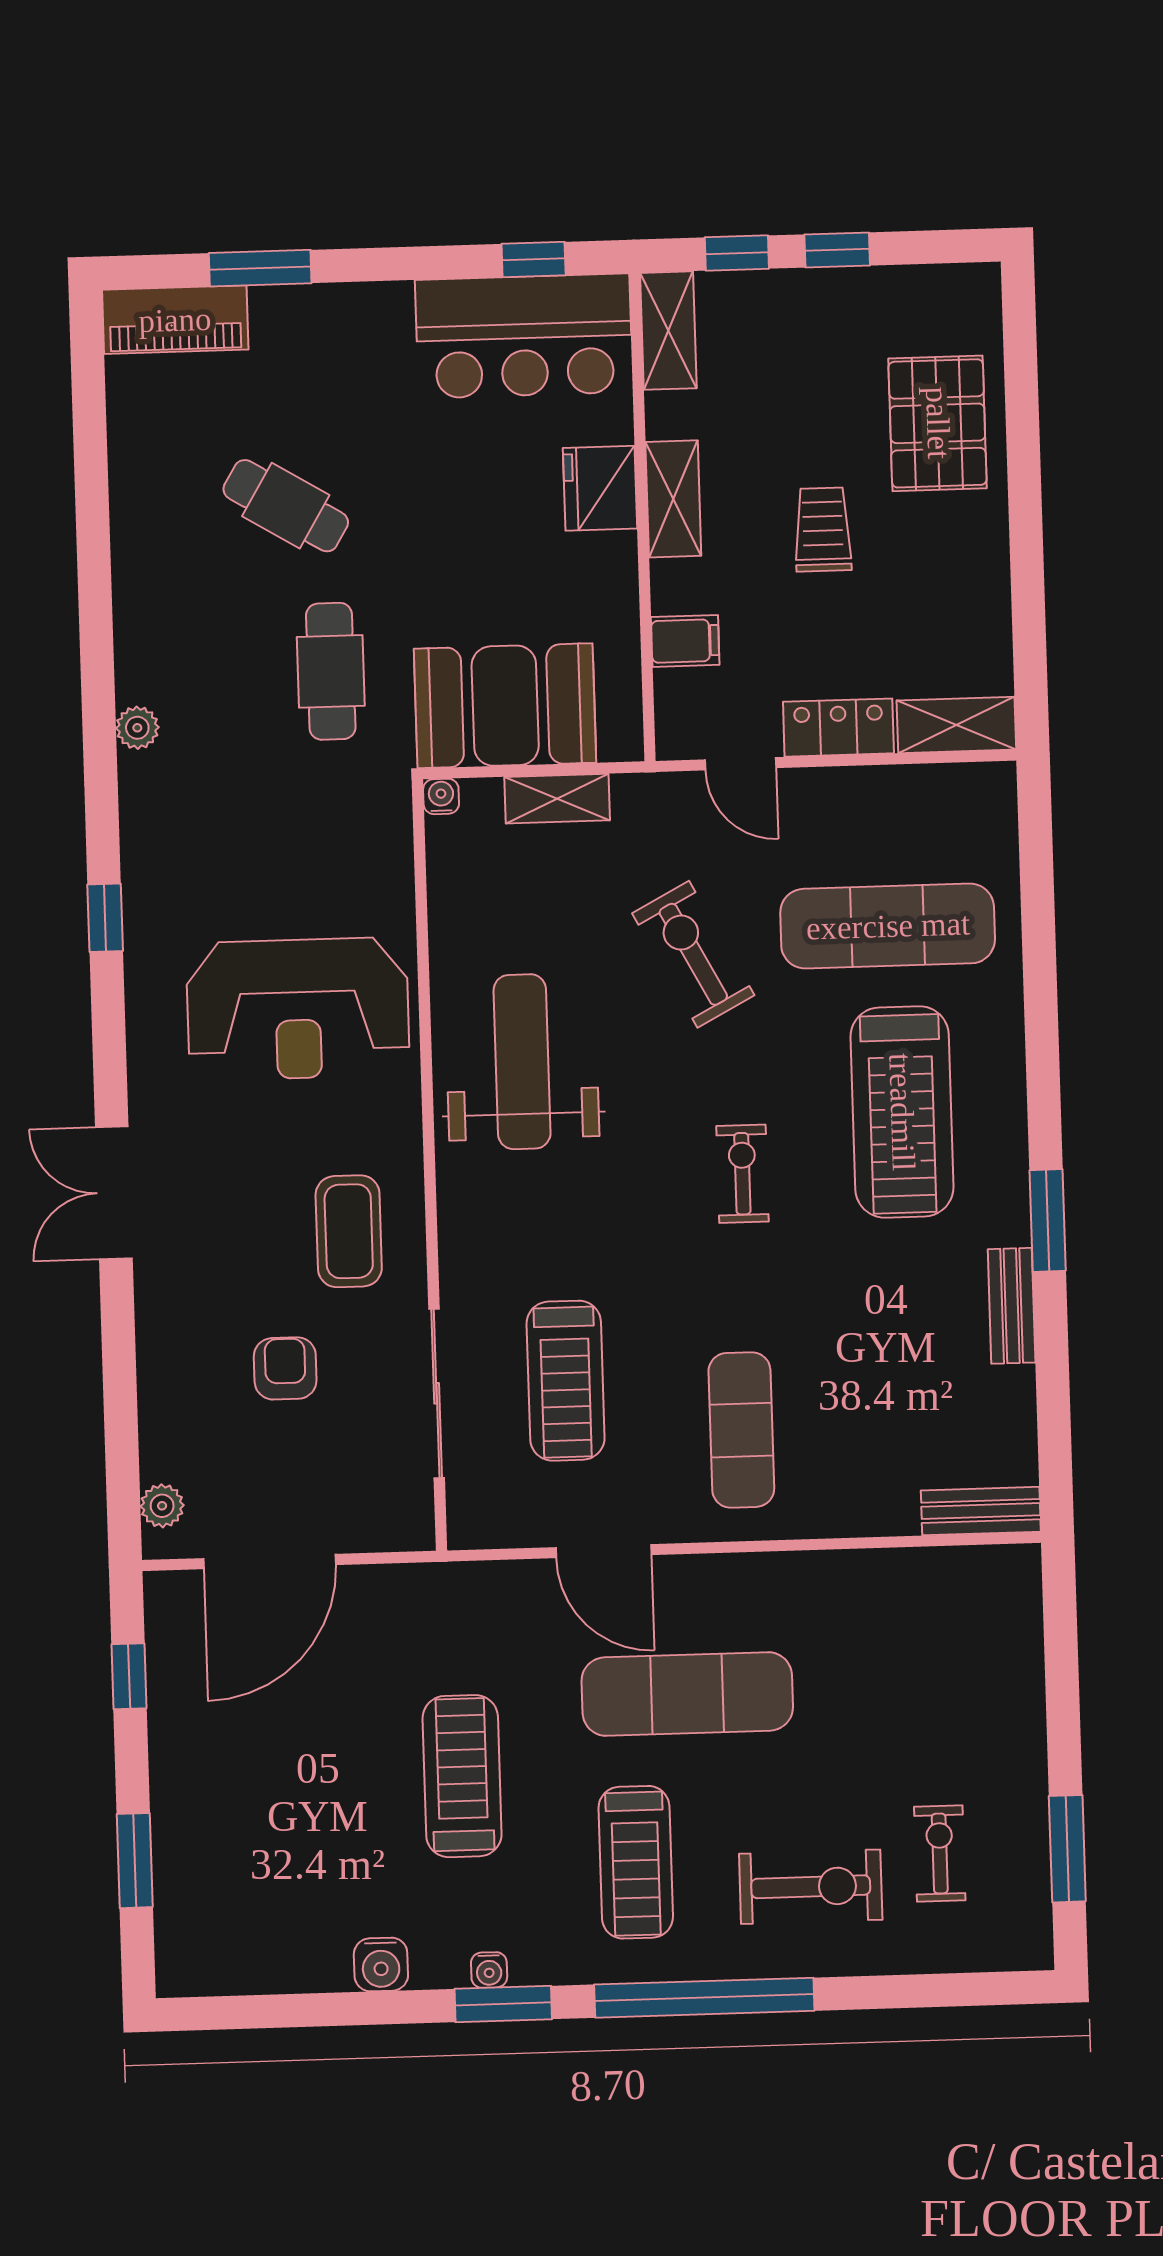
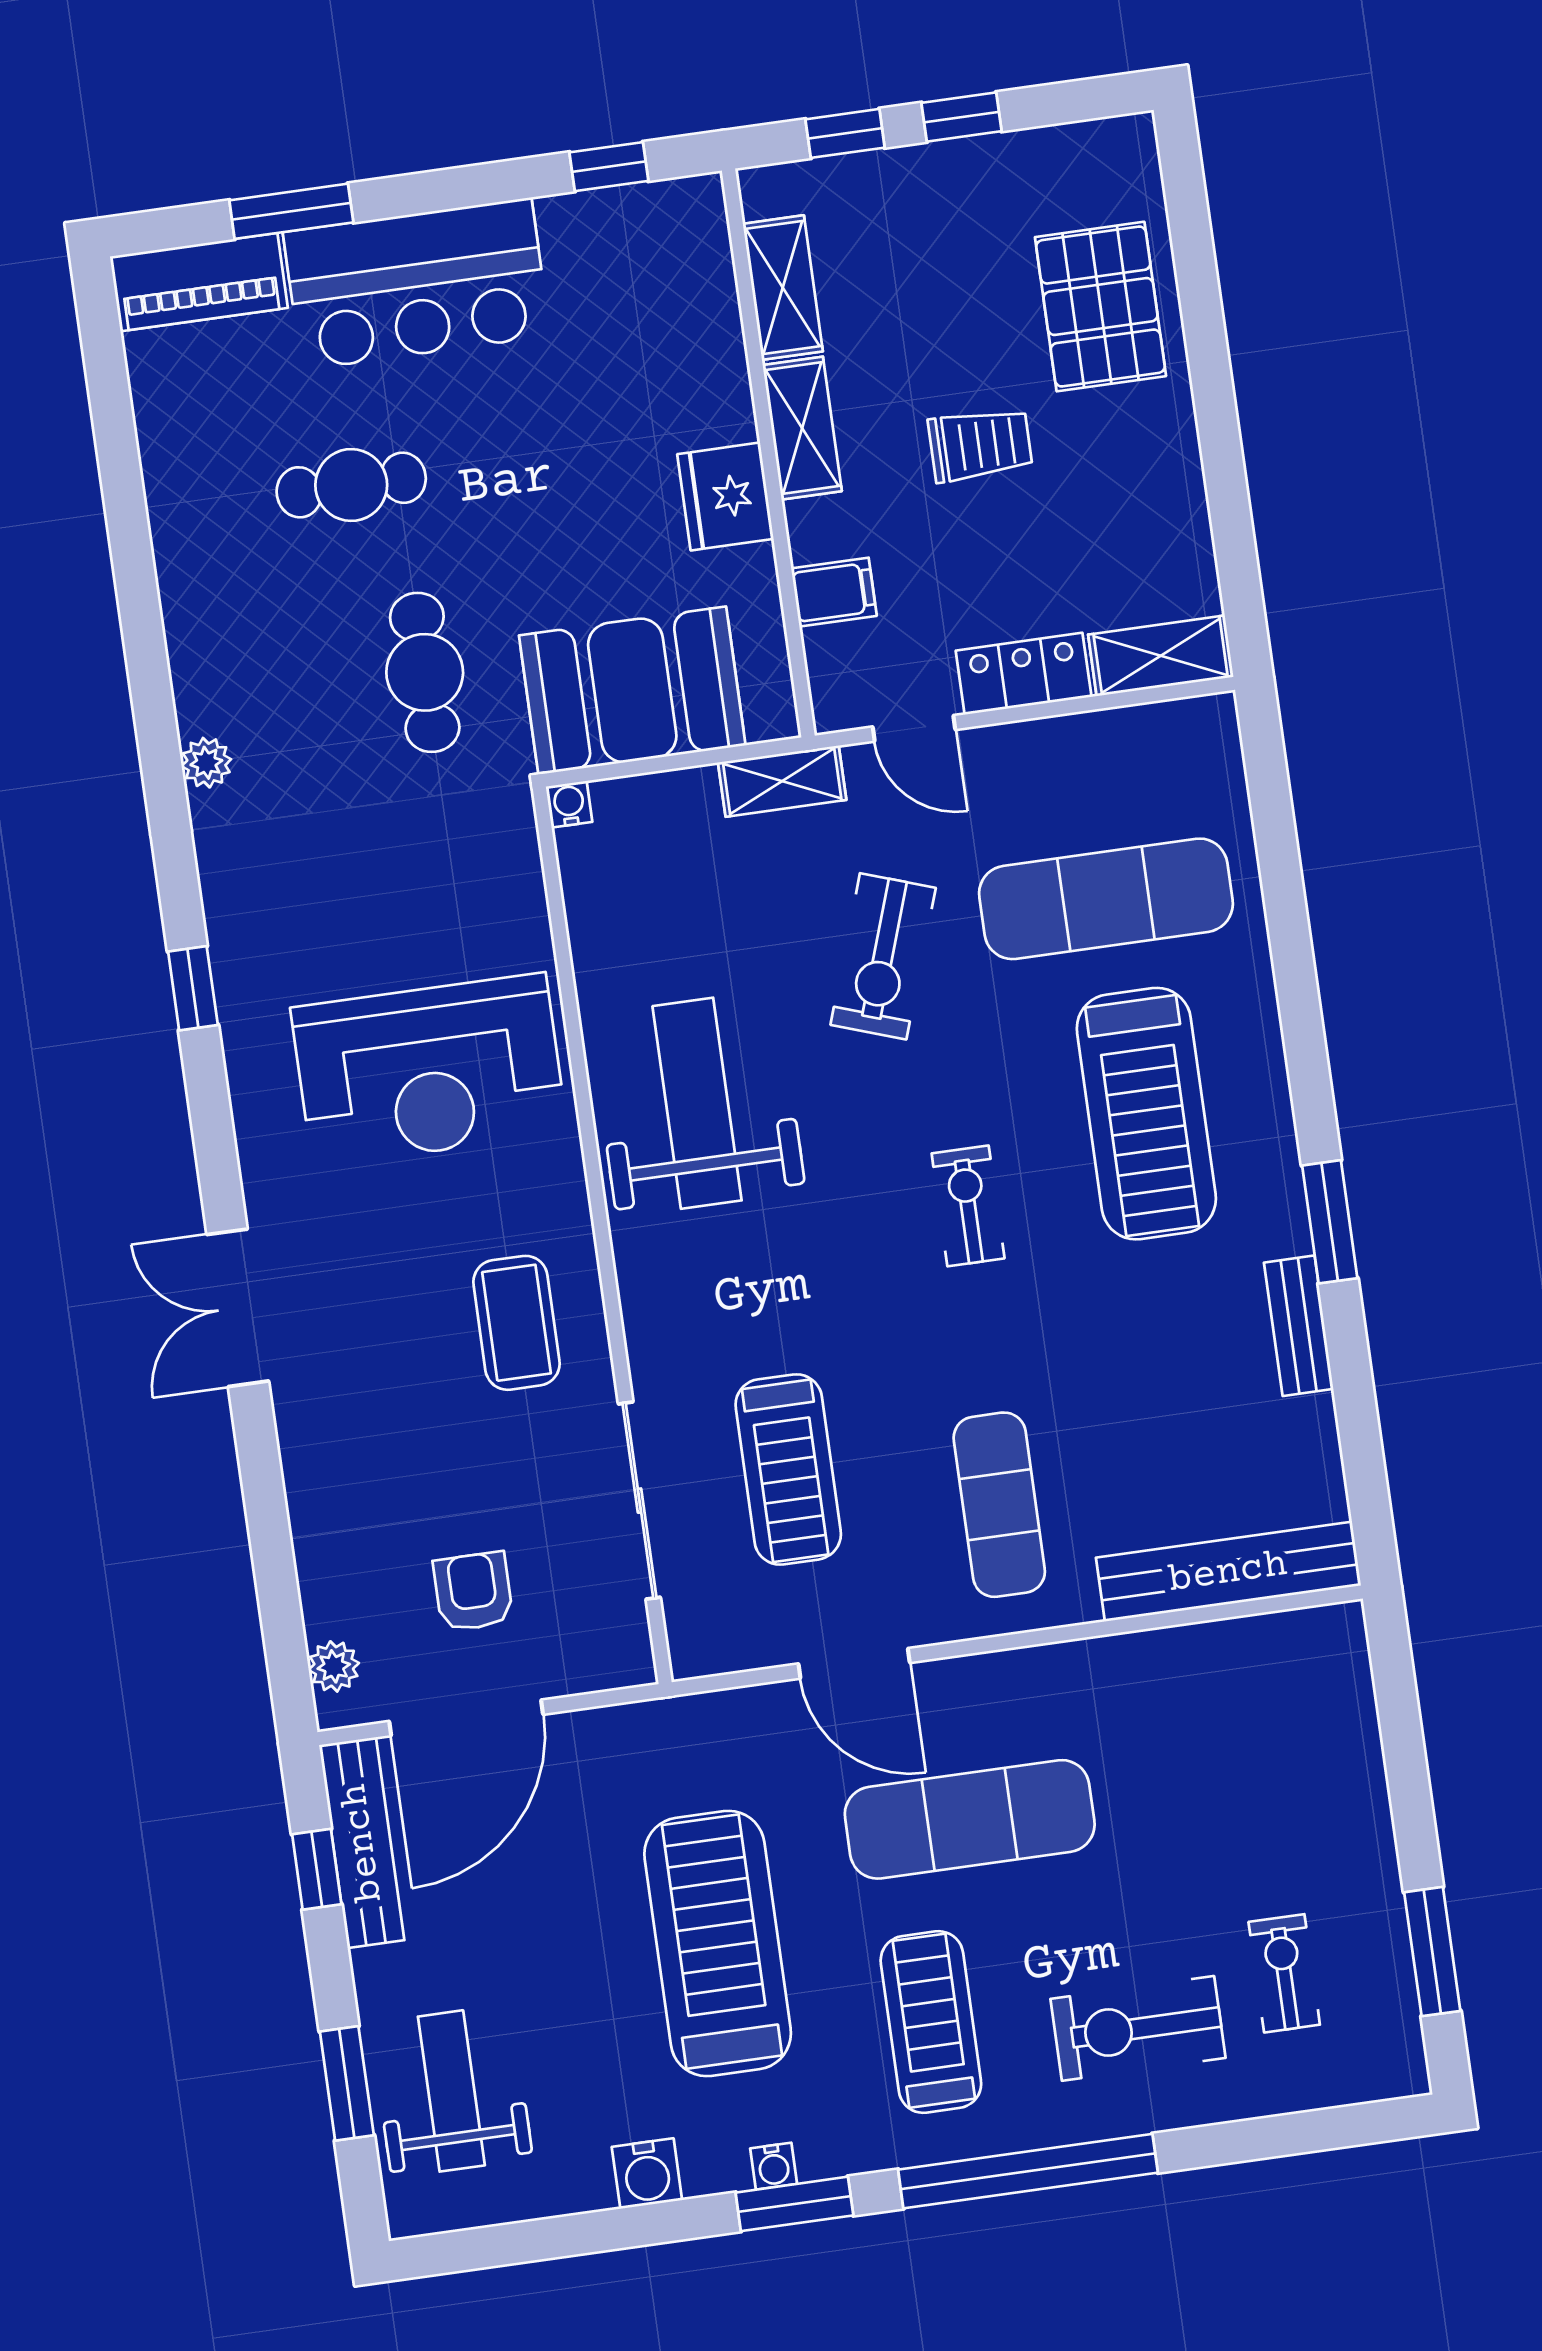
shelving: (668, 331) -> (783, 288), moved
bar counter: (524, 336) -> (417, 284), moved
fridge: (600, 488) -> (725, 497), moved
cafe table: (286, 506) -> (351, 485), turned -31
trolley: (823, 529) -> (980, 445), turned 90
shelving: (557, 799) -> (782, 781), moved
exercise bike: (693, 954) -> (883, 956), turned -133
armchair: (285, 1368) -> (473, 1592), moved
bench: (981, 1511) -> (1228, 1572), width x1.86, depth x1.21
bench: (170, 1658) -> (362, 1843), added
treadmill: (462, 1776) -> (718, 1944), width x1.37, depth x1.38
treadmill: (636, 1862) -> (931, 2022), turned 180
weight bench: (223, 1877) -> (451, 2091), added
exercise bike: (811, 1887) -> (1138, 2028), turned 180

